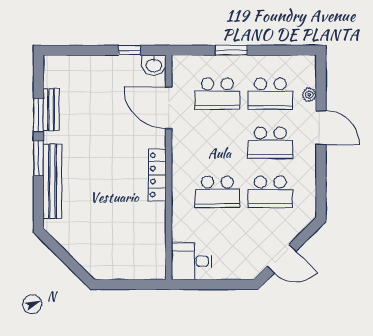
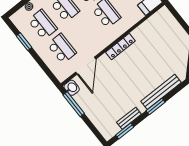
window: (129, 50) -> (74, 104), width x2.17
window: (231, 50) -> (24, 42), moved
window: (38, 115) -> (125, 131), moved

